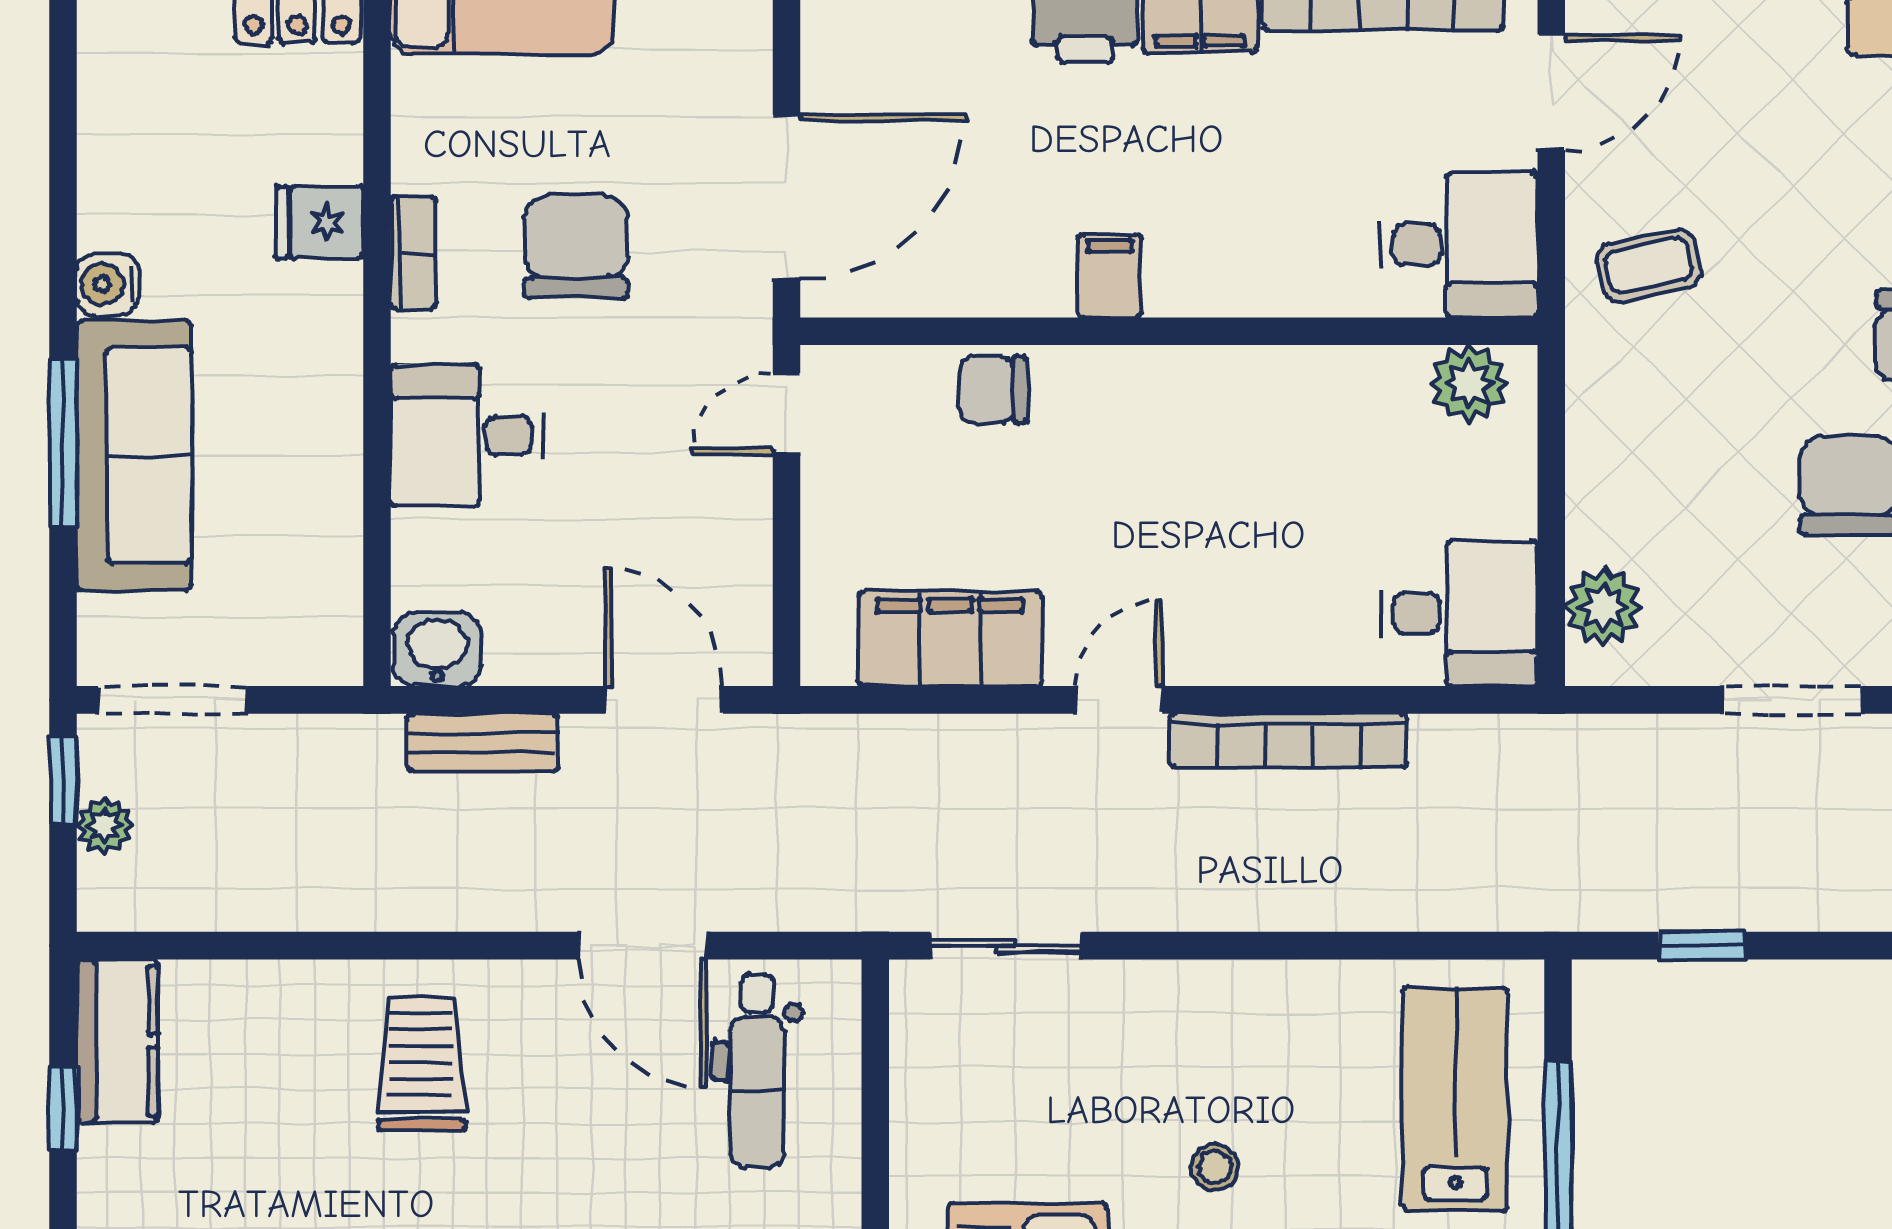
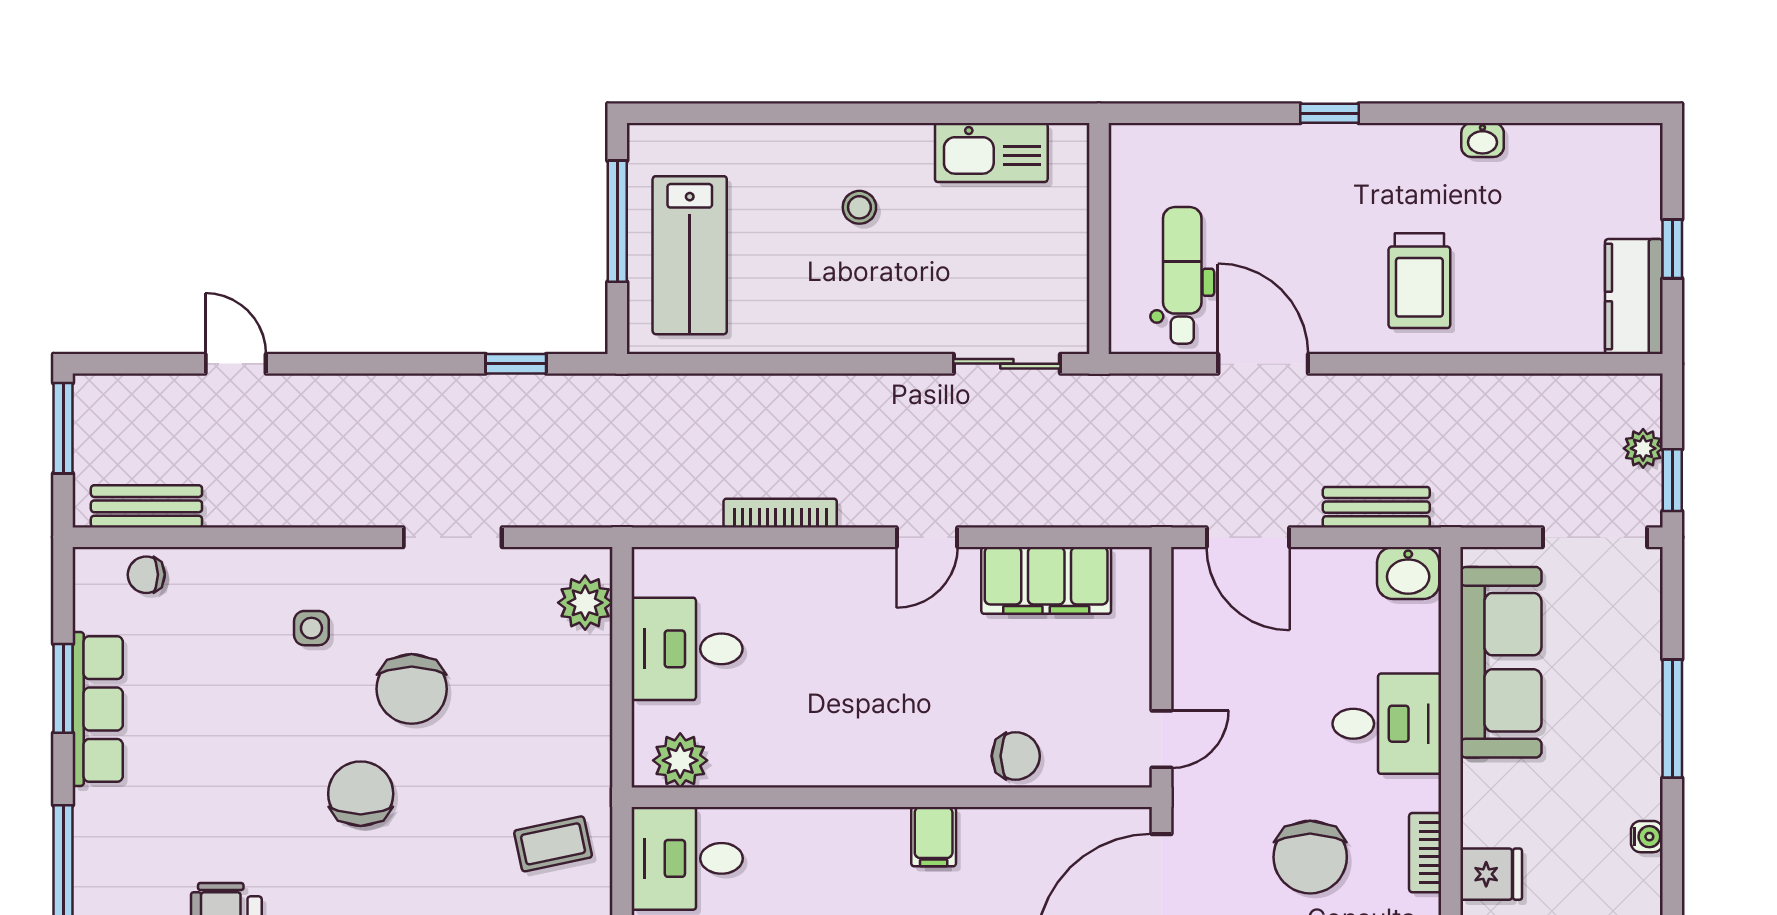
water cooler: (107, 284) -> (1647, 837), width x0.72, depth x0.72
sofa: (134, 456) -> (1501, 662), moved, turned 180
desk: (1459, 613) -> (687, 649), moved
bookcase: (1289, 740) -> (780, 513), width x0.68, depth x0.76

